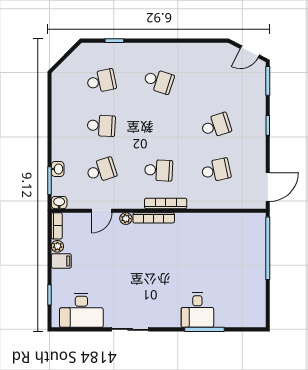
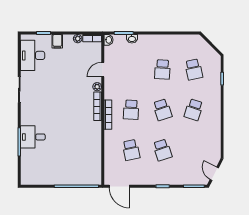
school desk: (101, 170) -> (162, 110), moved
door: (102, 211) -> (103, 70), hinge flipped
filing cabinet: (61, 261) -> (57, 41), moved

